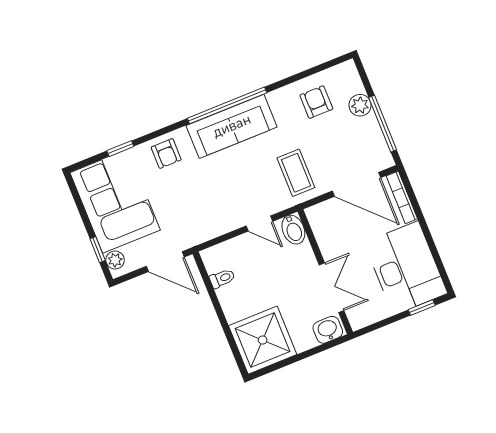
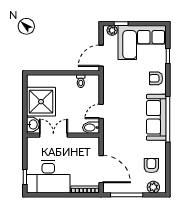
armchair: (316, 102) -> (151, 166), turned -90
plant: (360, 105) -> (153, 187), moved
coffee table: (296, 173) -> (119, 141), removed
door: (356, 184) -> (101, 169), swing flipped
double door: (332, 288) -> (53, 135), swing flipped
shower: (263, 340) -> (41, 102), moved

